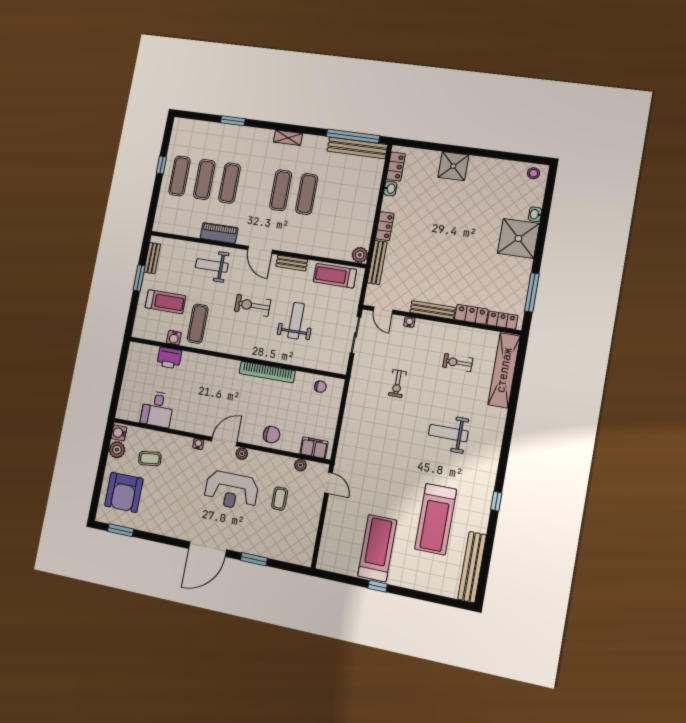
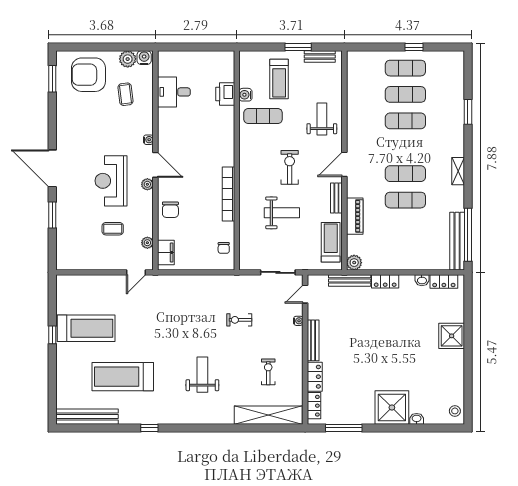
piano: (219, 233) -> (355, 216), moved

